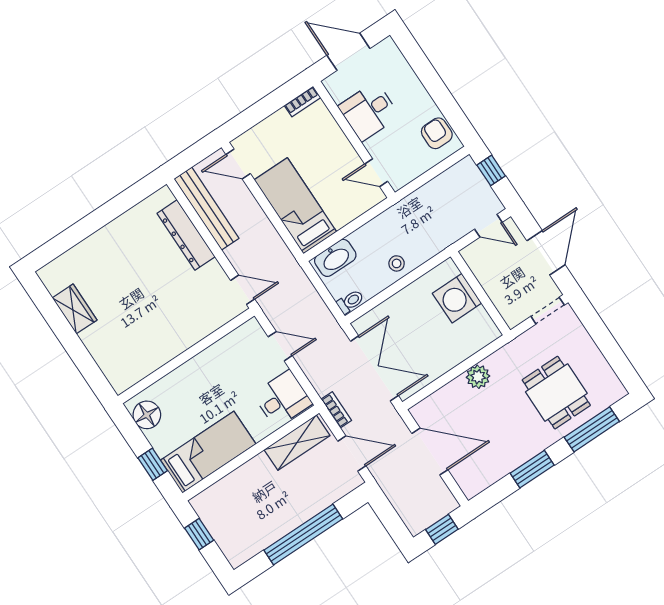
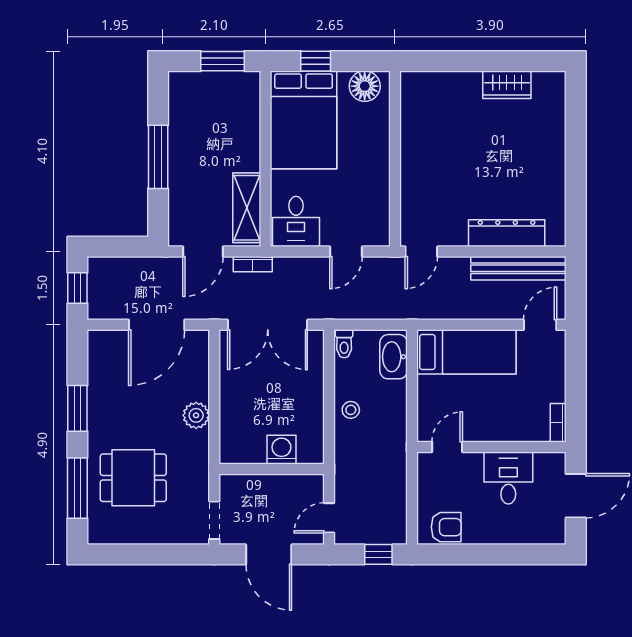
washing machine: (457, 298) -> (281, 450), width x0.73, depth x0.73
bed: (208, 452) -> (304, 120), width x1.50
window: (199, 534) -> (222, 61), width x1.50
window: (303, 534) -> (158, 157), width x0.68

